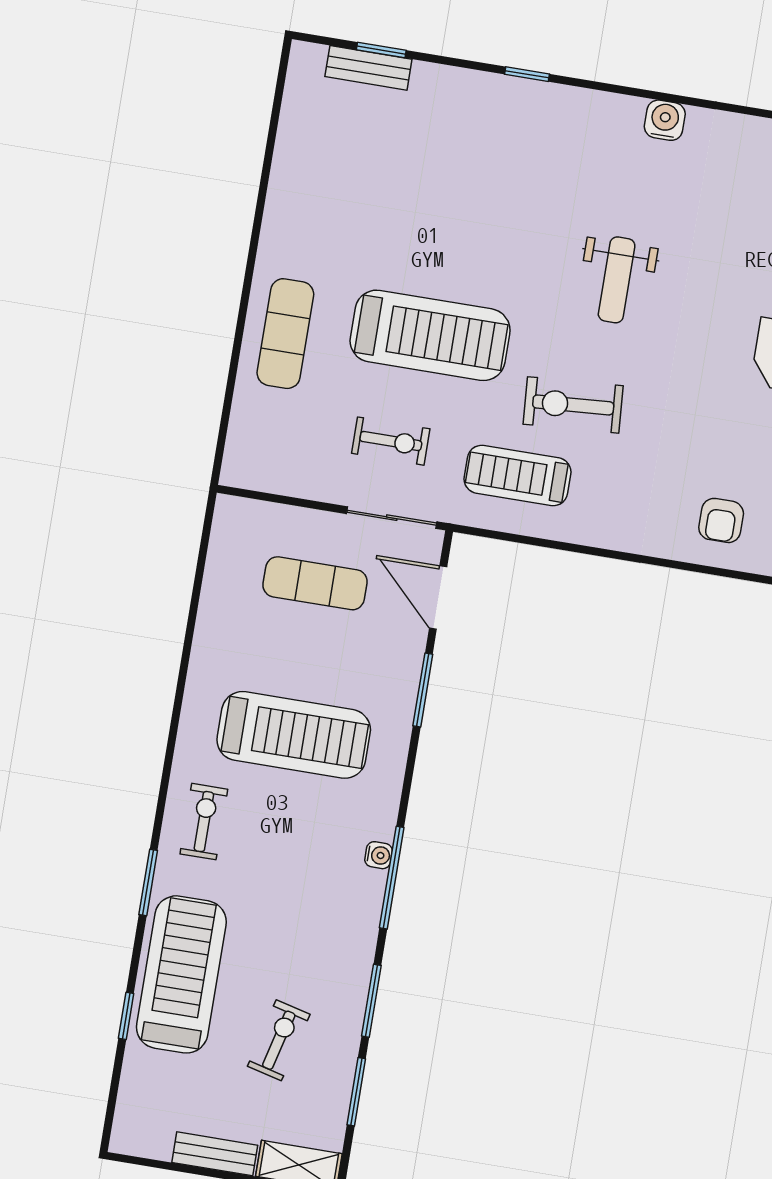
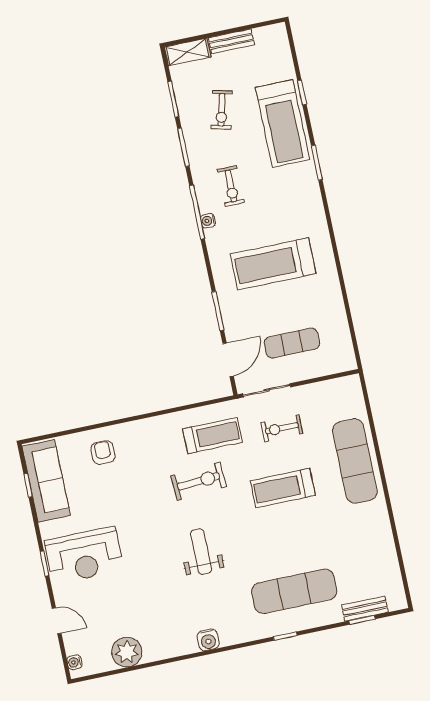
exercise mat: (481, 147) -> (294, 591), added
exercise mat: (285, 334) -> (355, 461), width x1.36, depth x1.45
treadmill: (430, 335) -> (283, 488), width x0.73, depth x0.73
door: (438, 598) -> (228, 360), hinge flipped
exercise bike: (204, 822) -> (231, 186), moved

